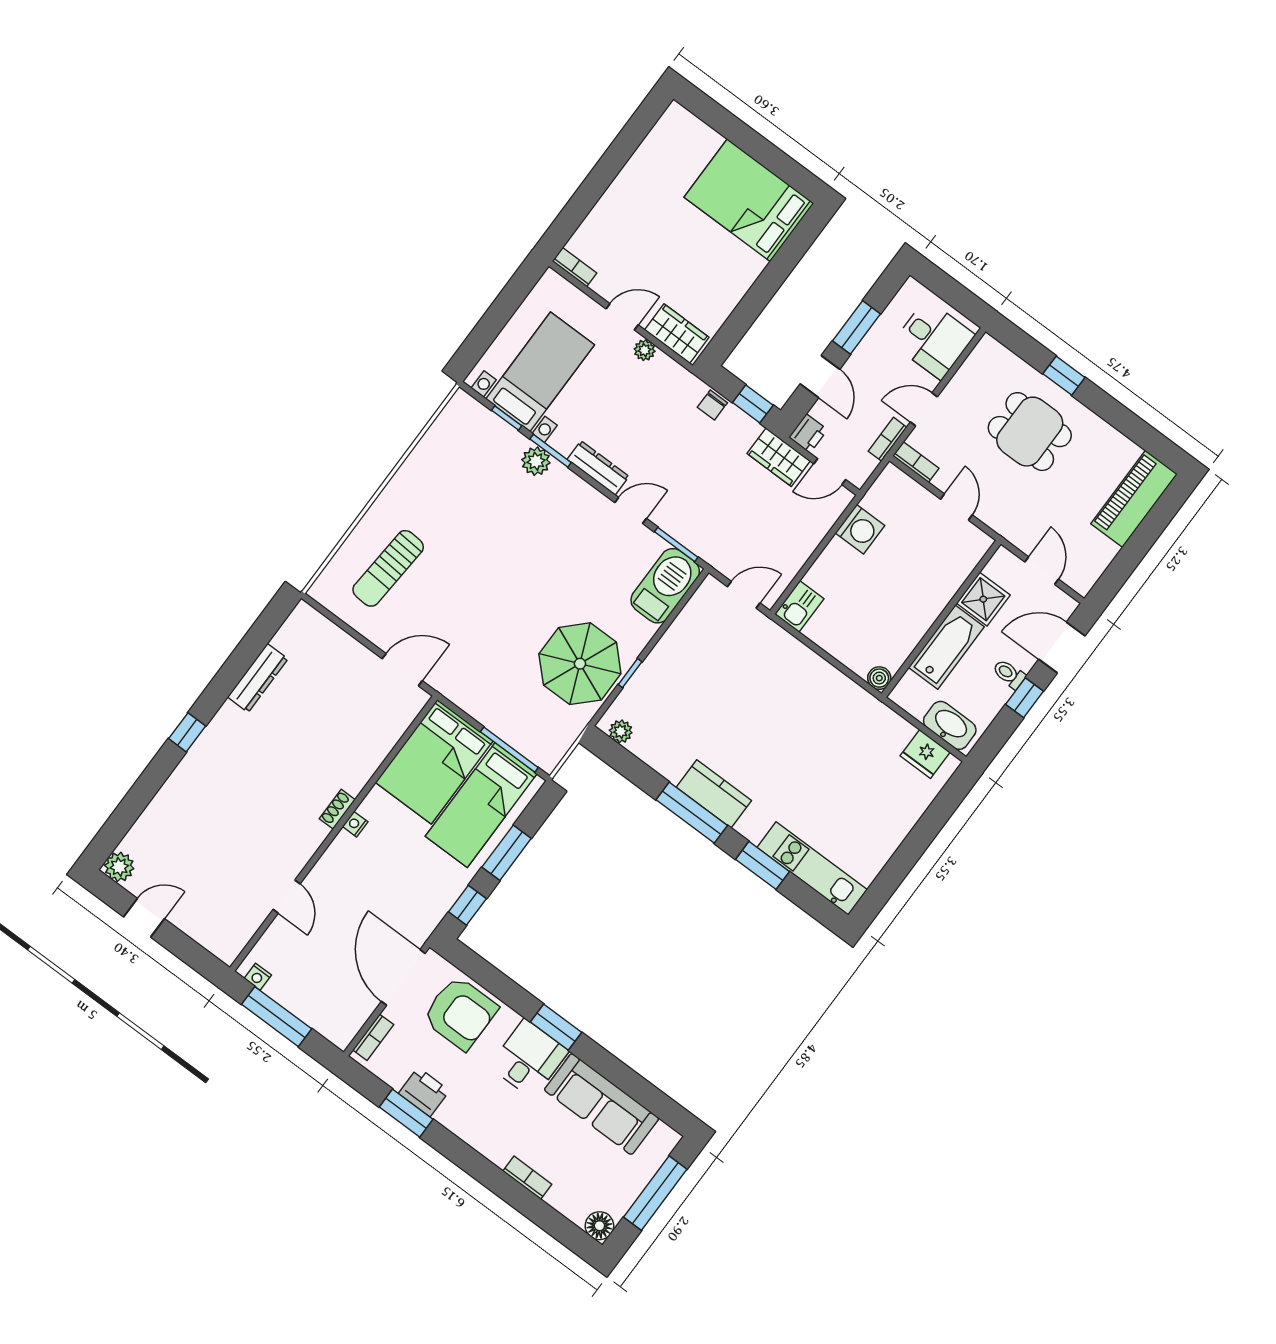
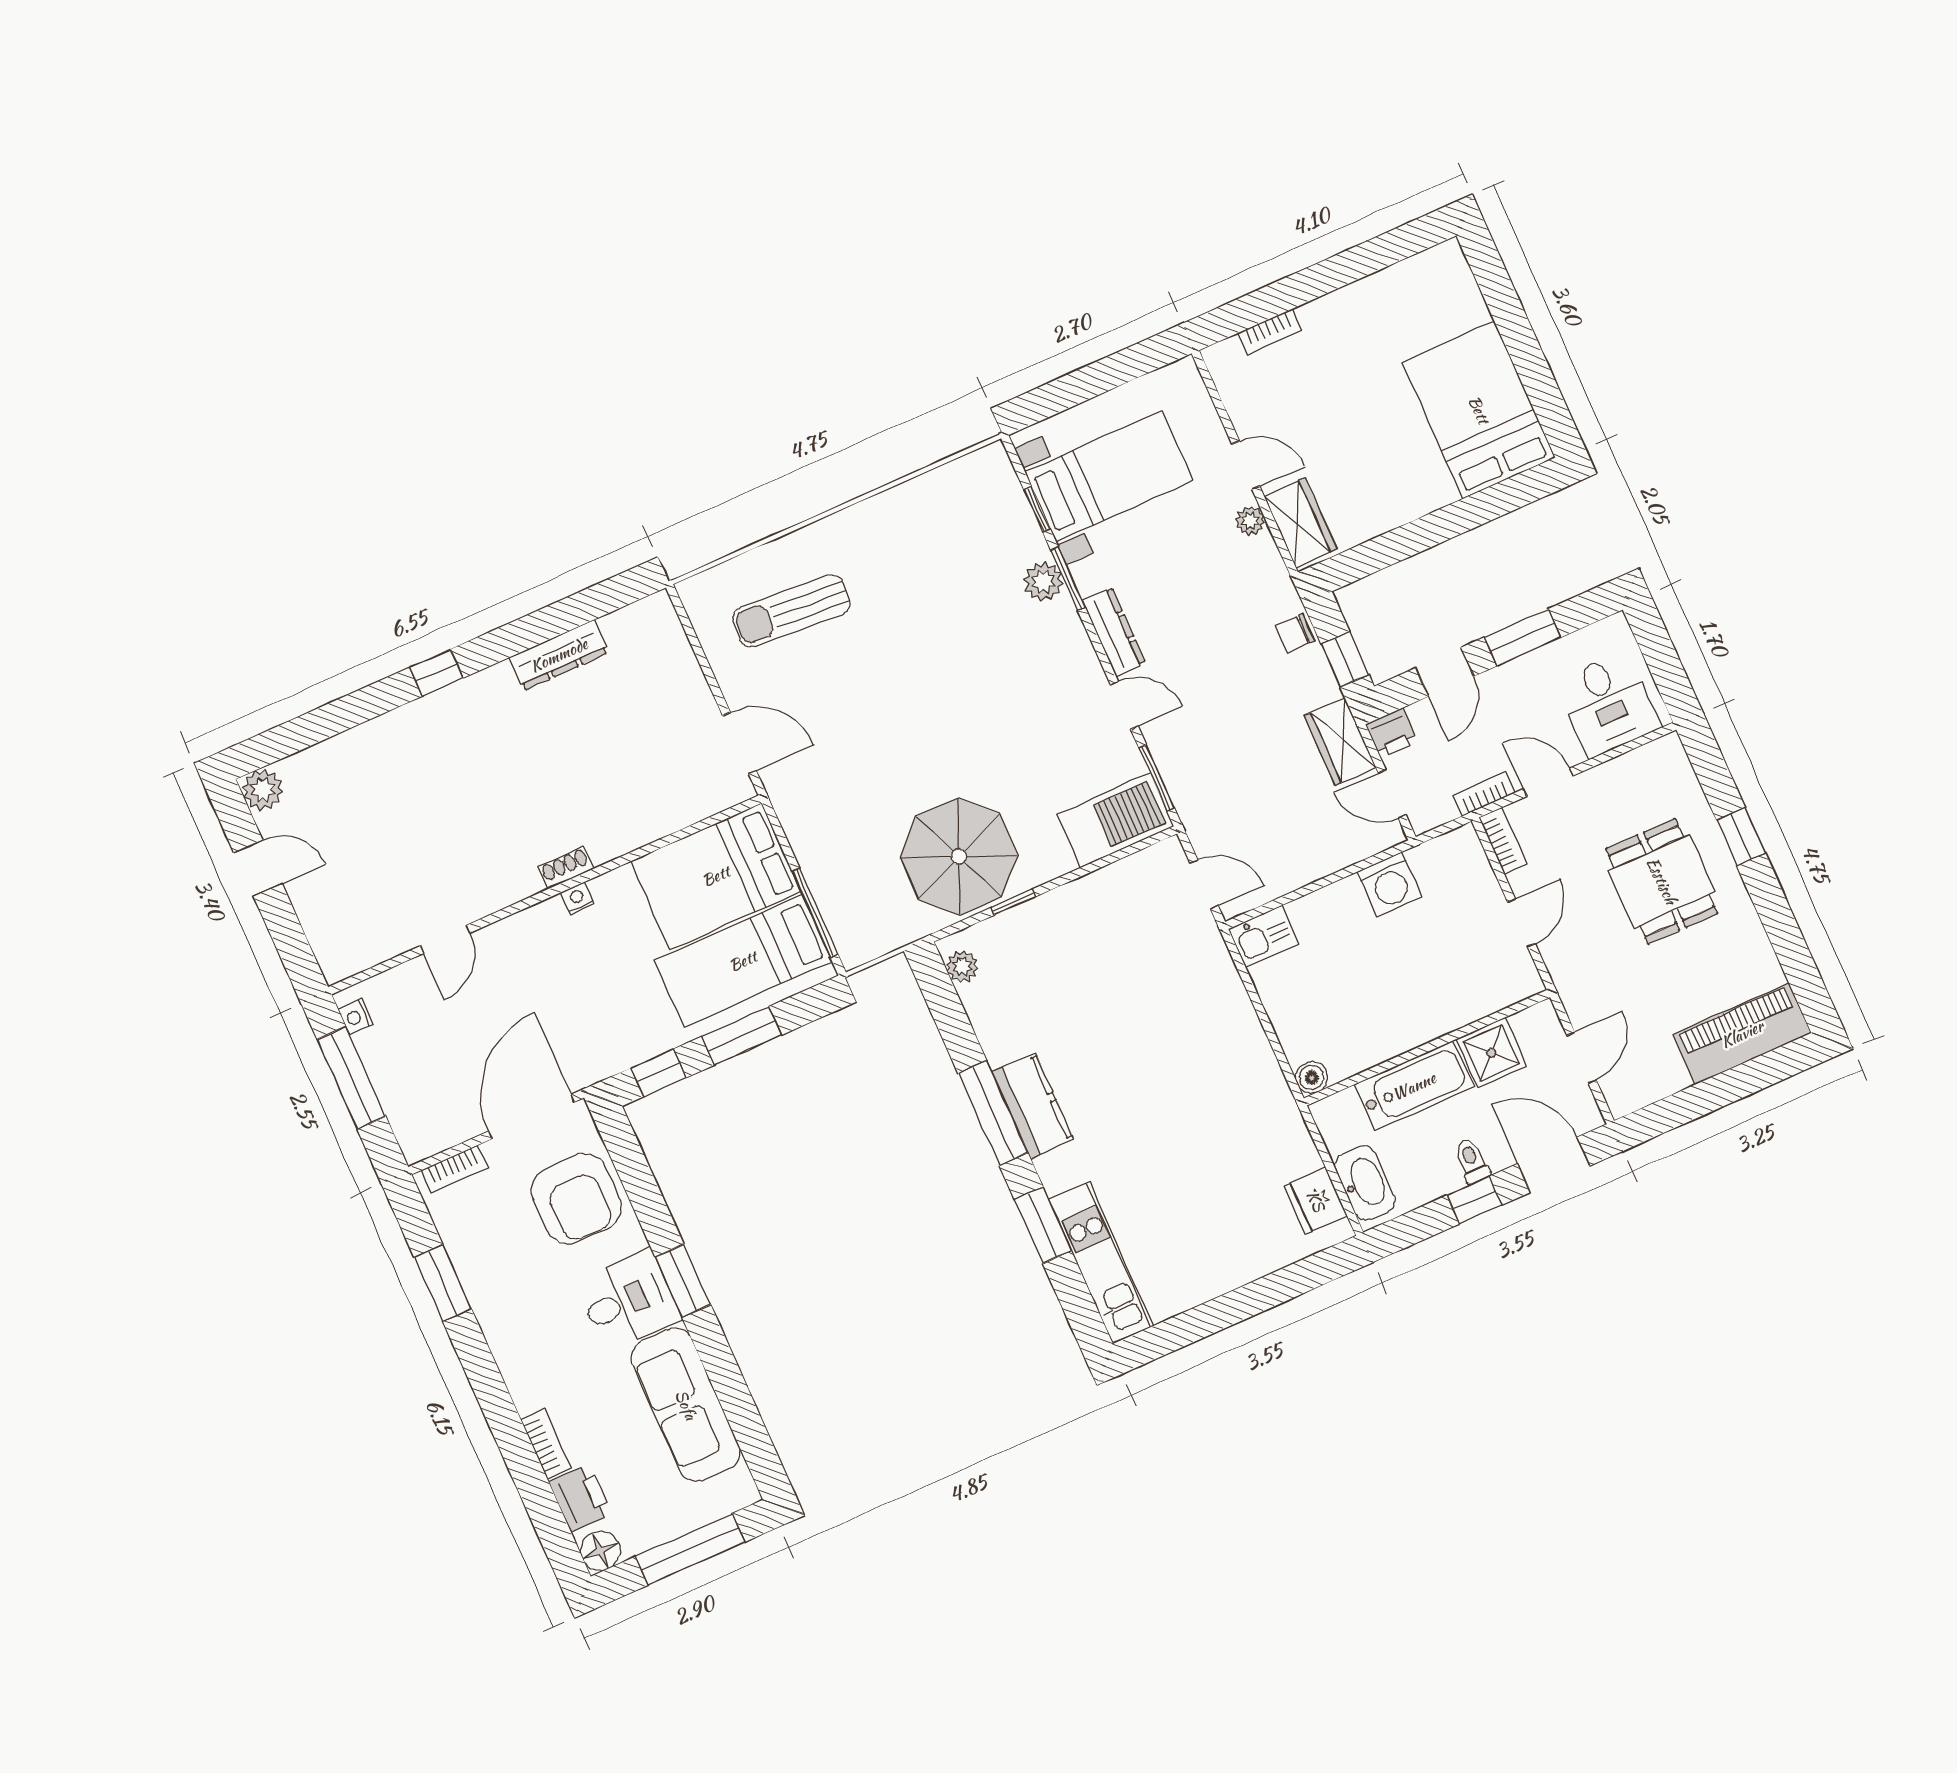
bookcase: (574, 267) -> (1270, 332), moved, turned 90
printer: (424, 1092) -> (580, 1498), moved

